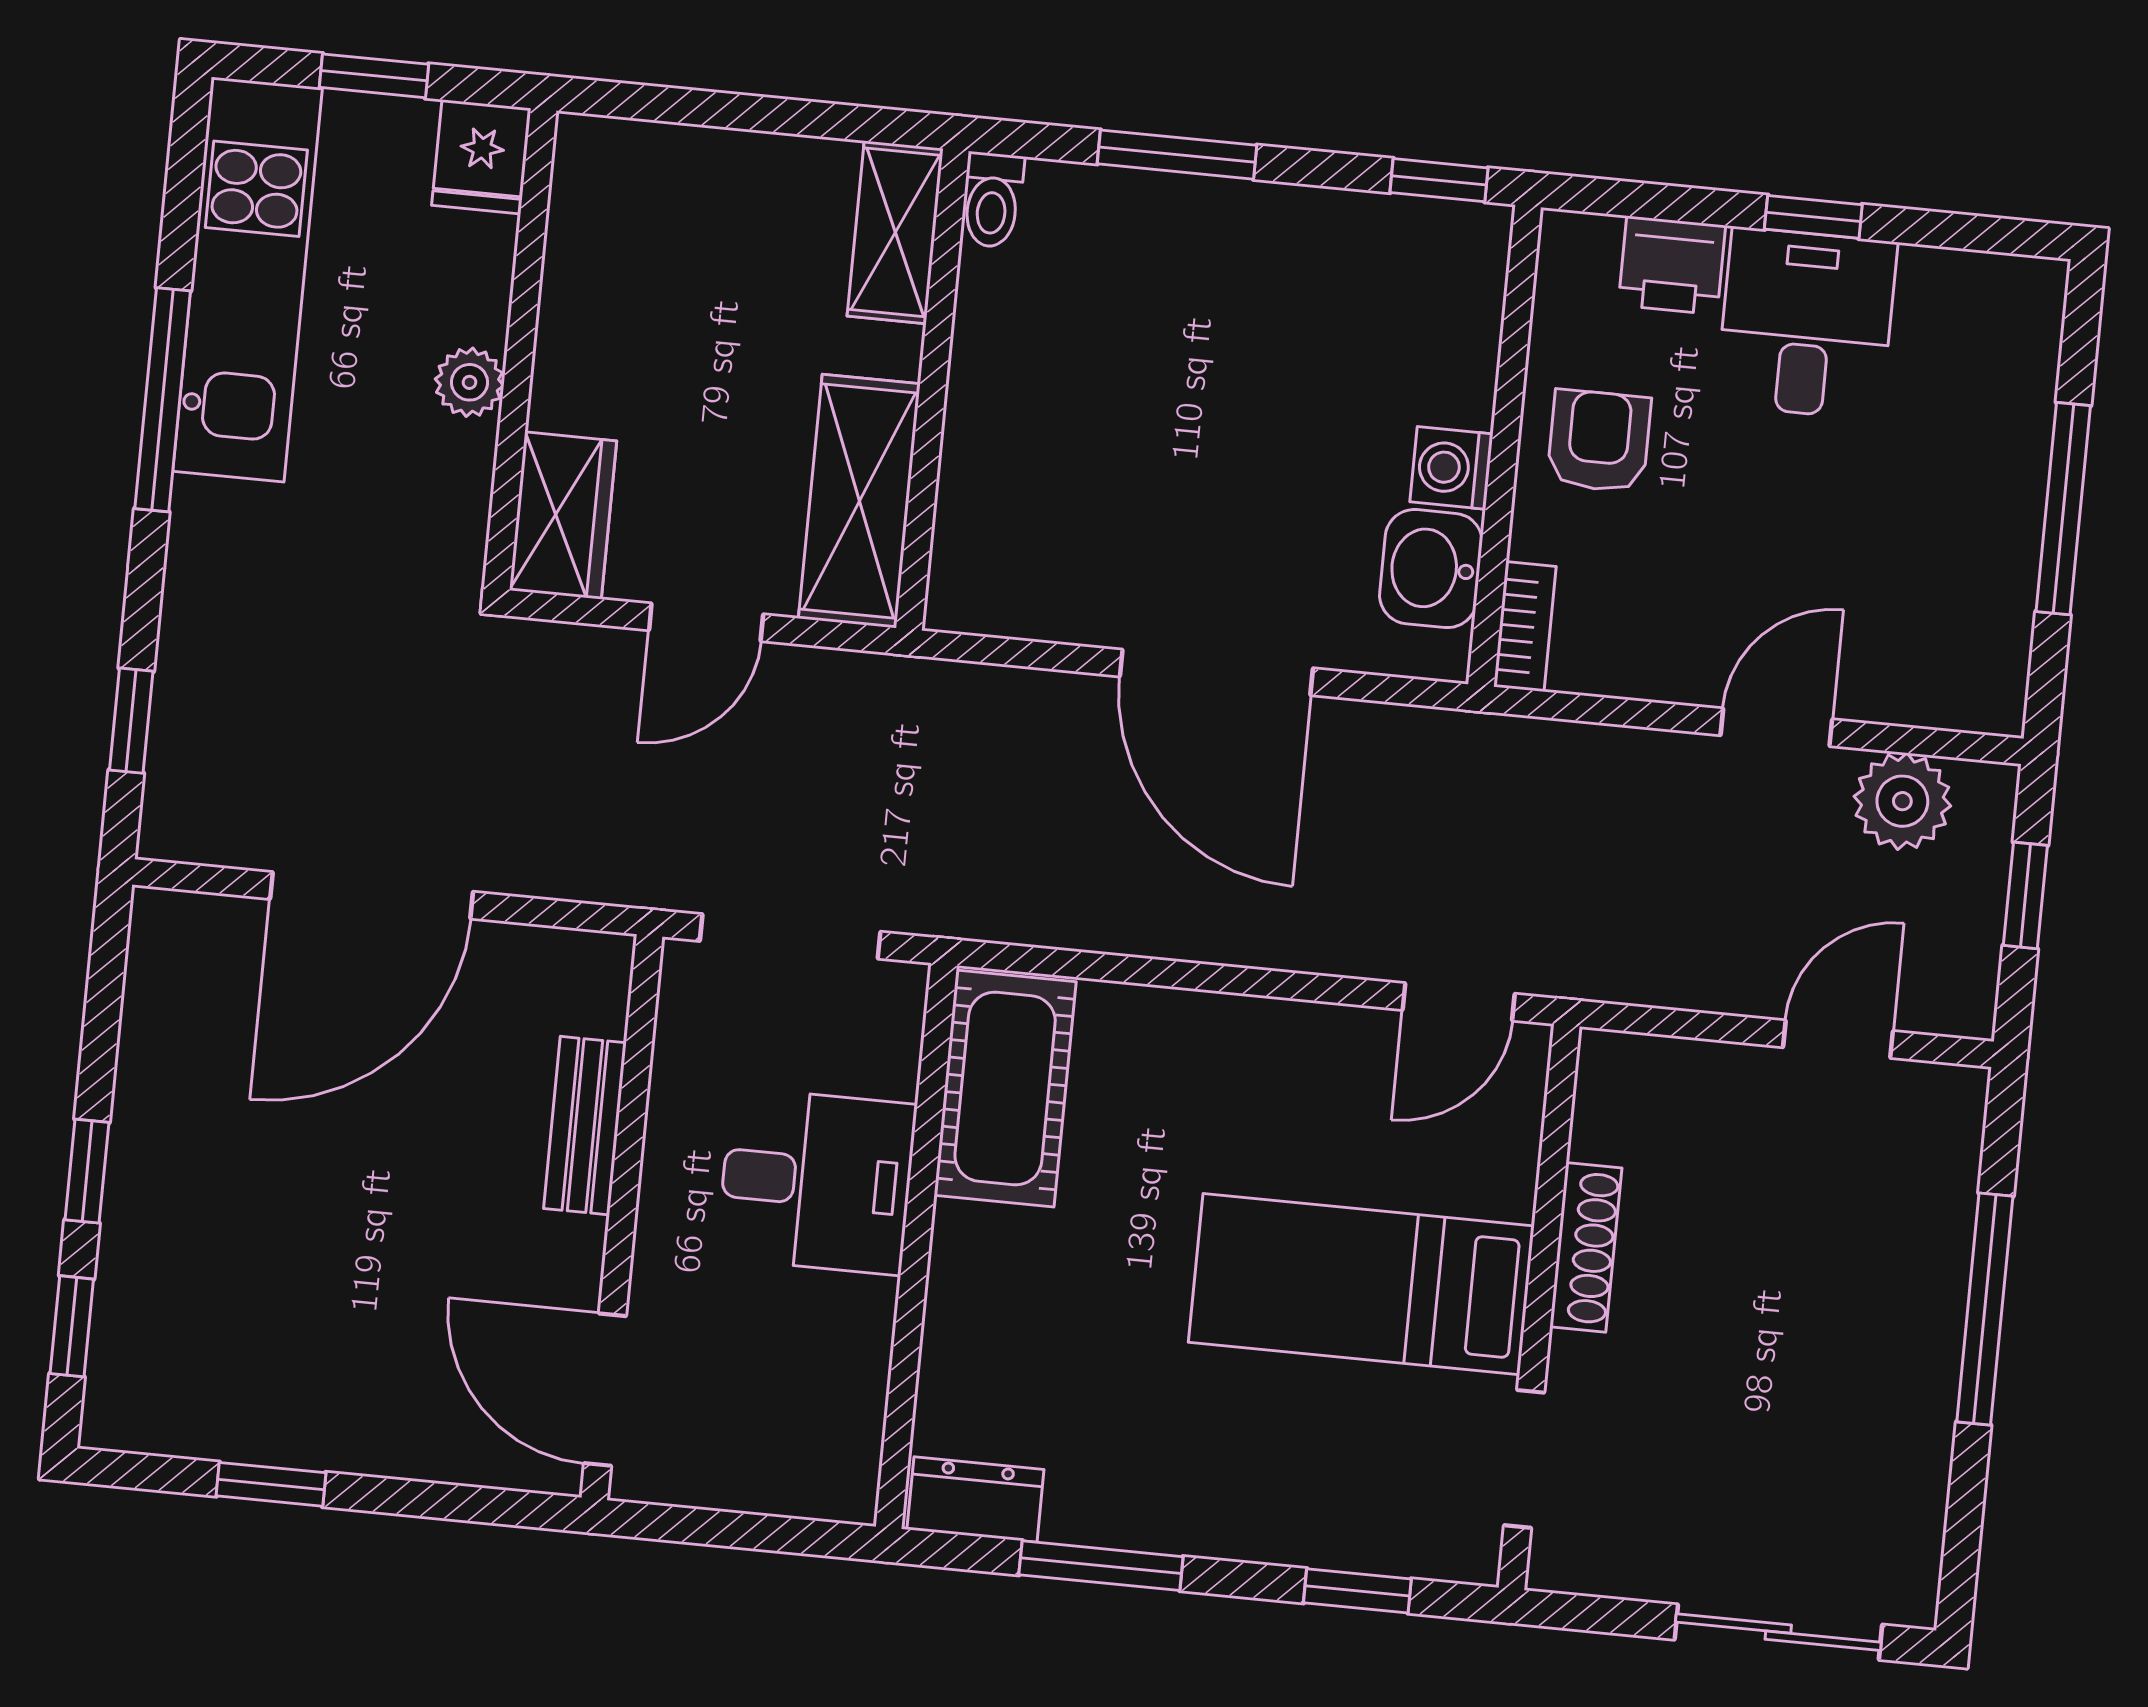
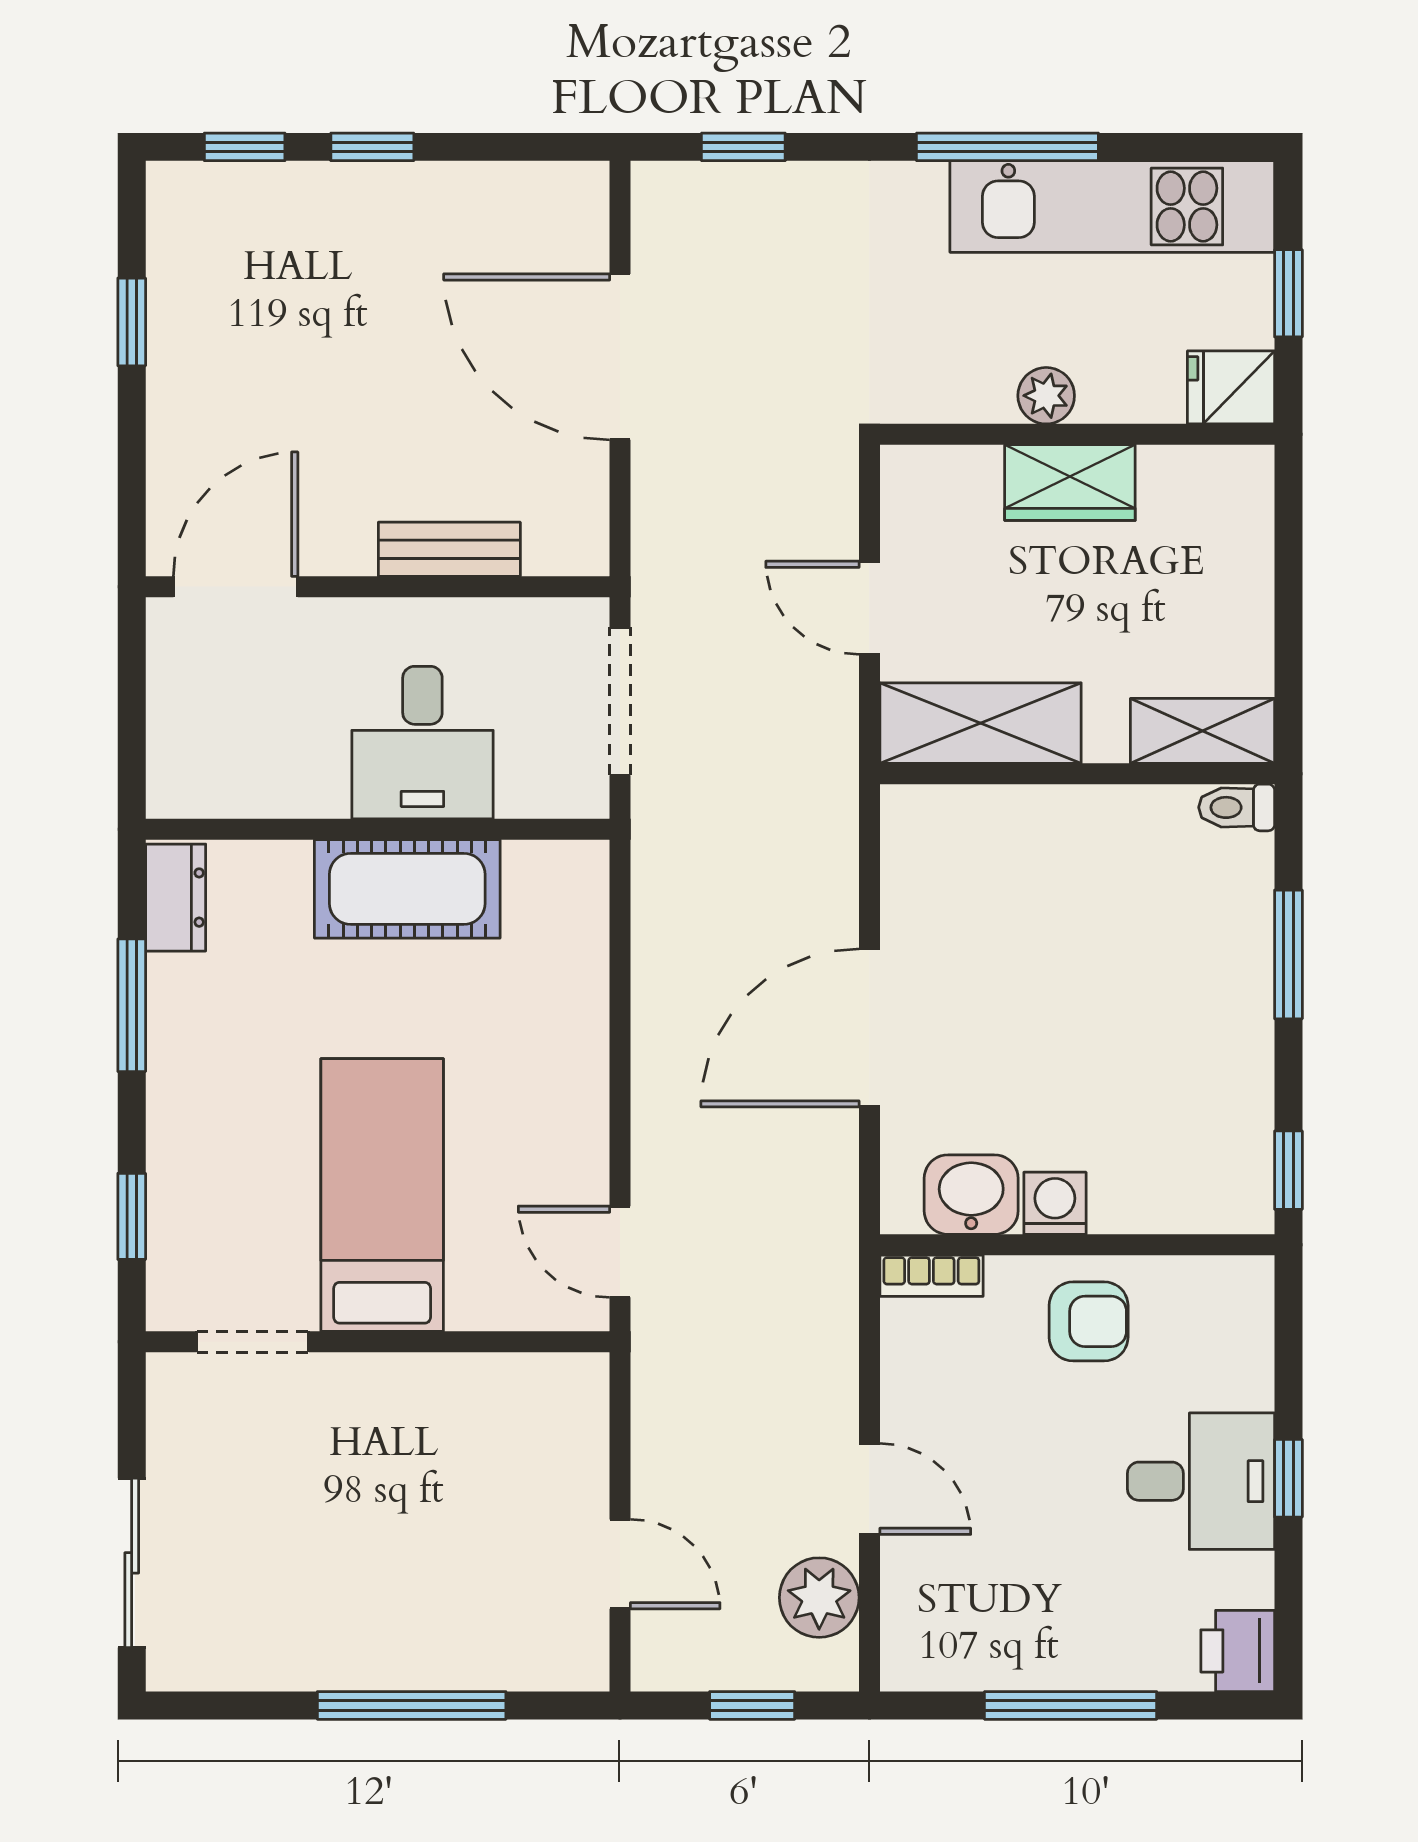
printer: (1672, 265) -> (1238, 1651), moved
wardrobe: (563, 515) -> (1070, 483), moved
cot: (1005, 1089) -> (407, 889), moved
shoe rack: (1586, 1247) -> (430, 1375), removed

